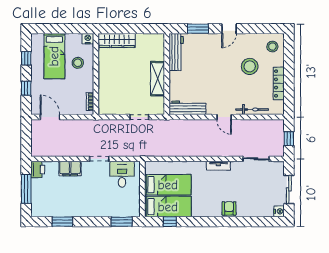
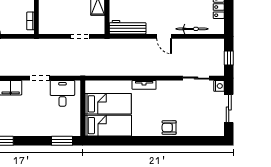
tv unit: (218, 166) -> (144, 85), moved
armchair: (229, 208) -> (169, 128), turned -90
nightstand: (279, 211) -> (219, 86), moved
window: (170, 222) -> (110, 141), removed

